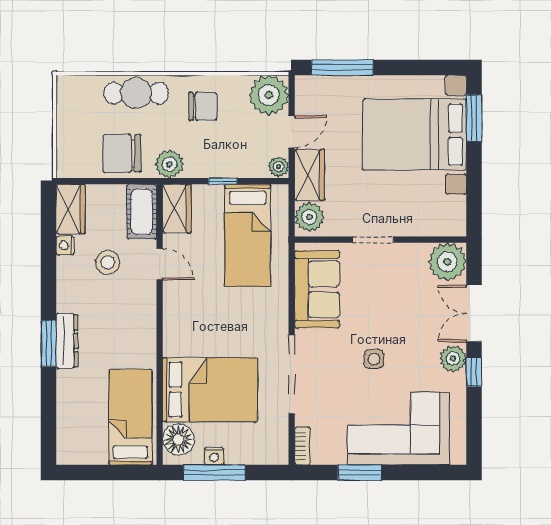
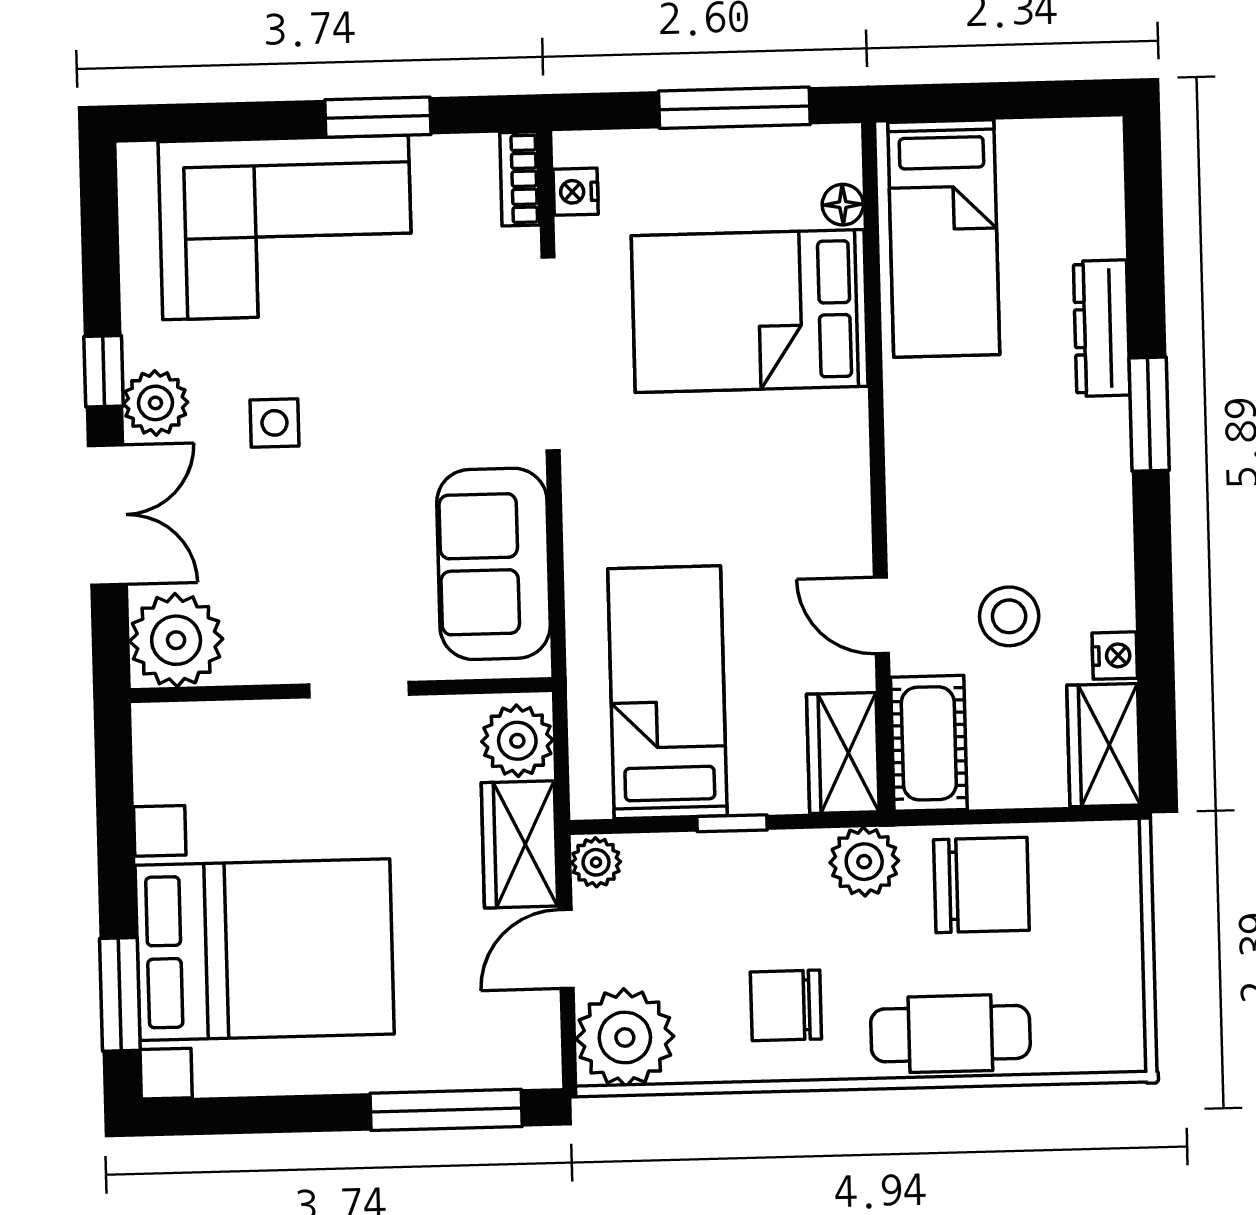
dresser: (67, 341) -> (1102, 328), moved
side table: (374, 359) -> (274, 423), moved
floor lamp: (178, 439) -> (843, 205), width x0.53, depth x0.53
nightstand: (214, 456) -> (576, 192), moved, turned -90

